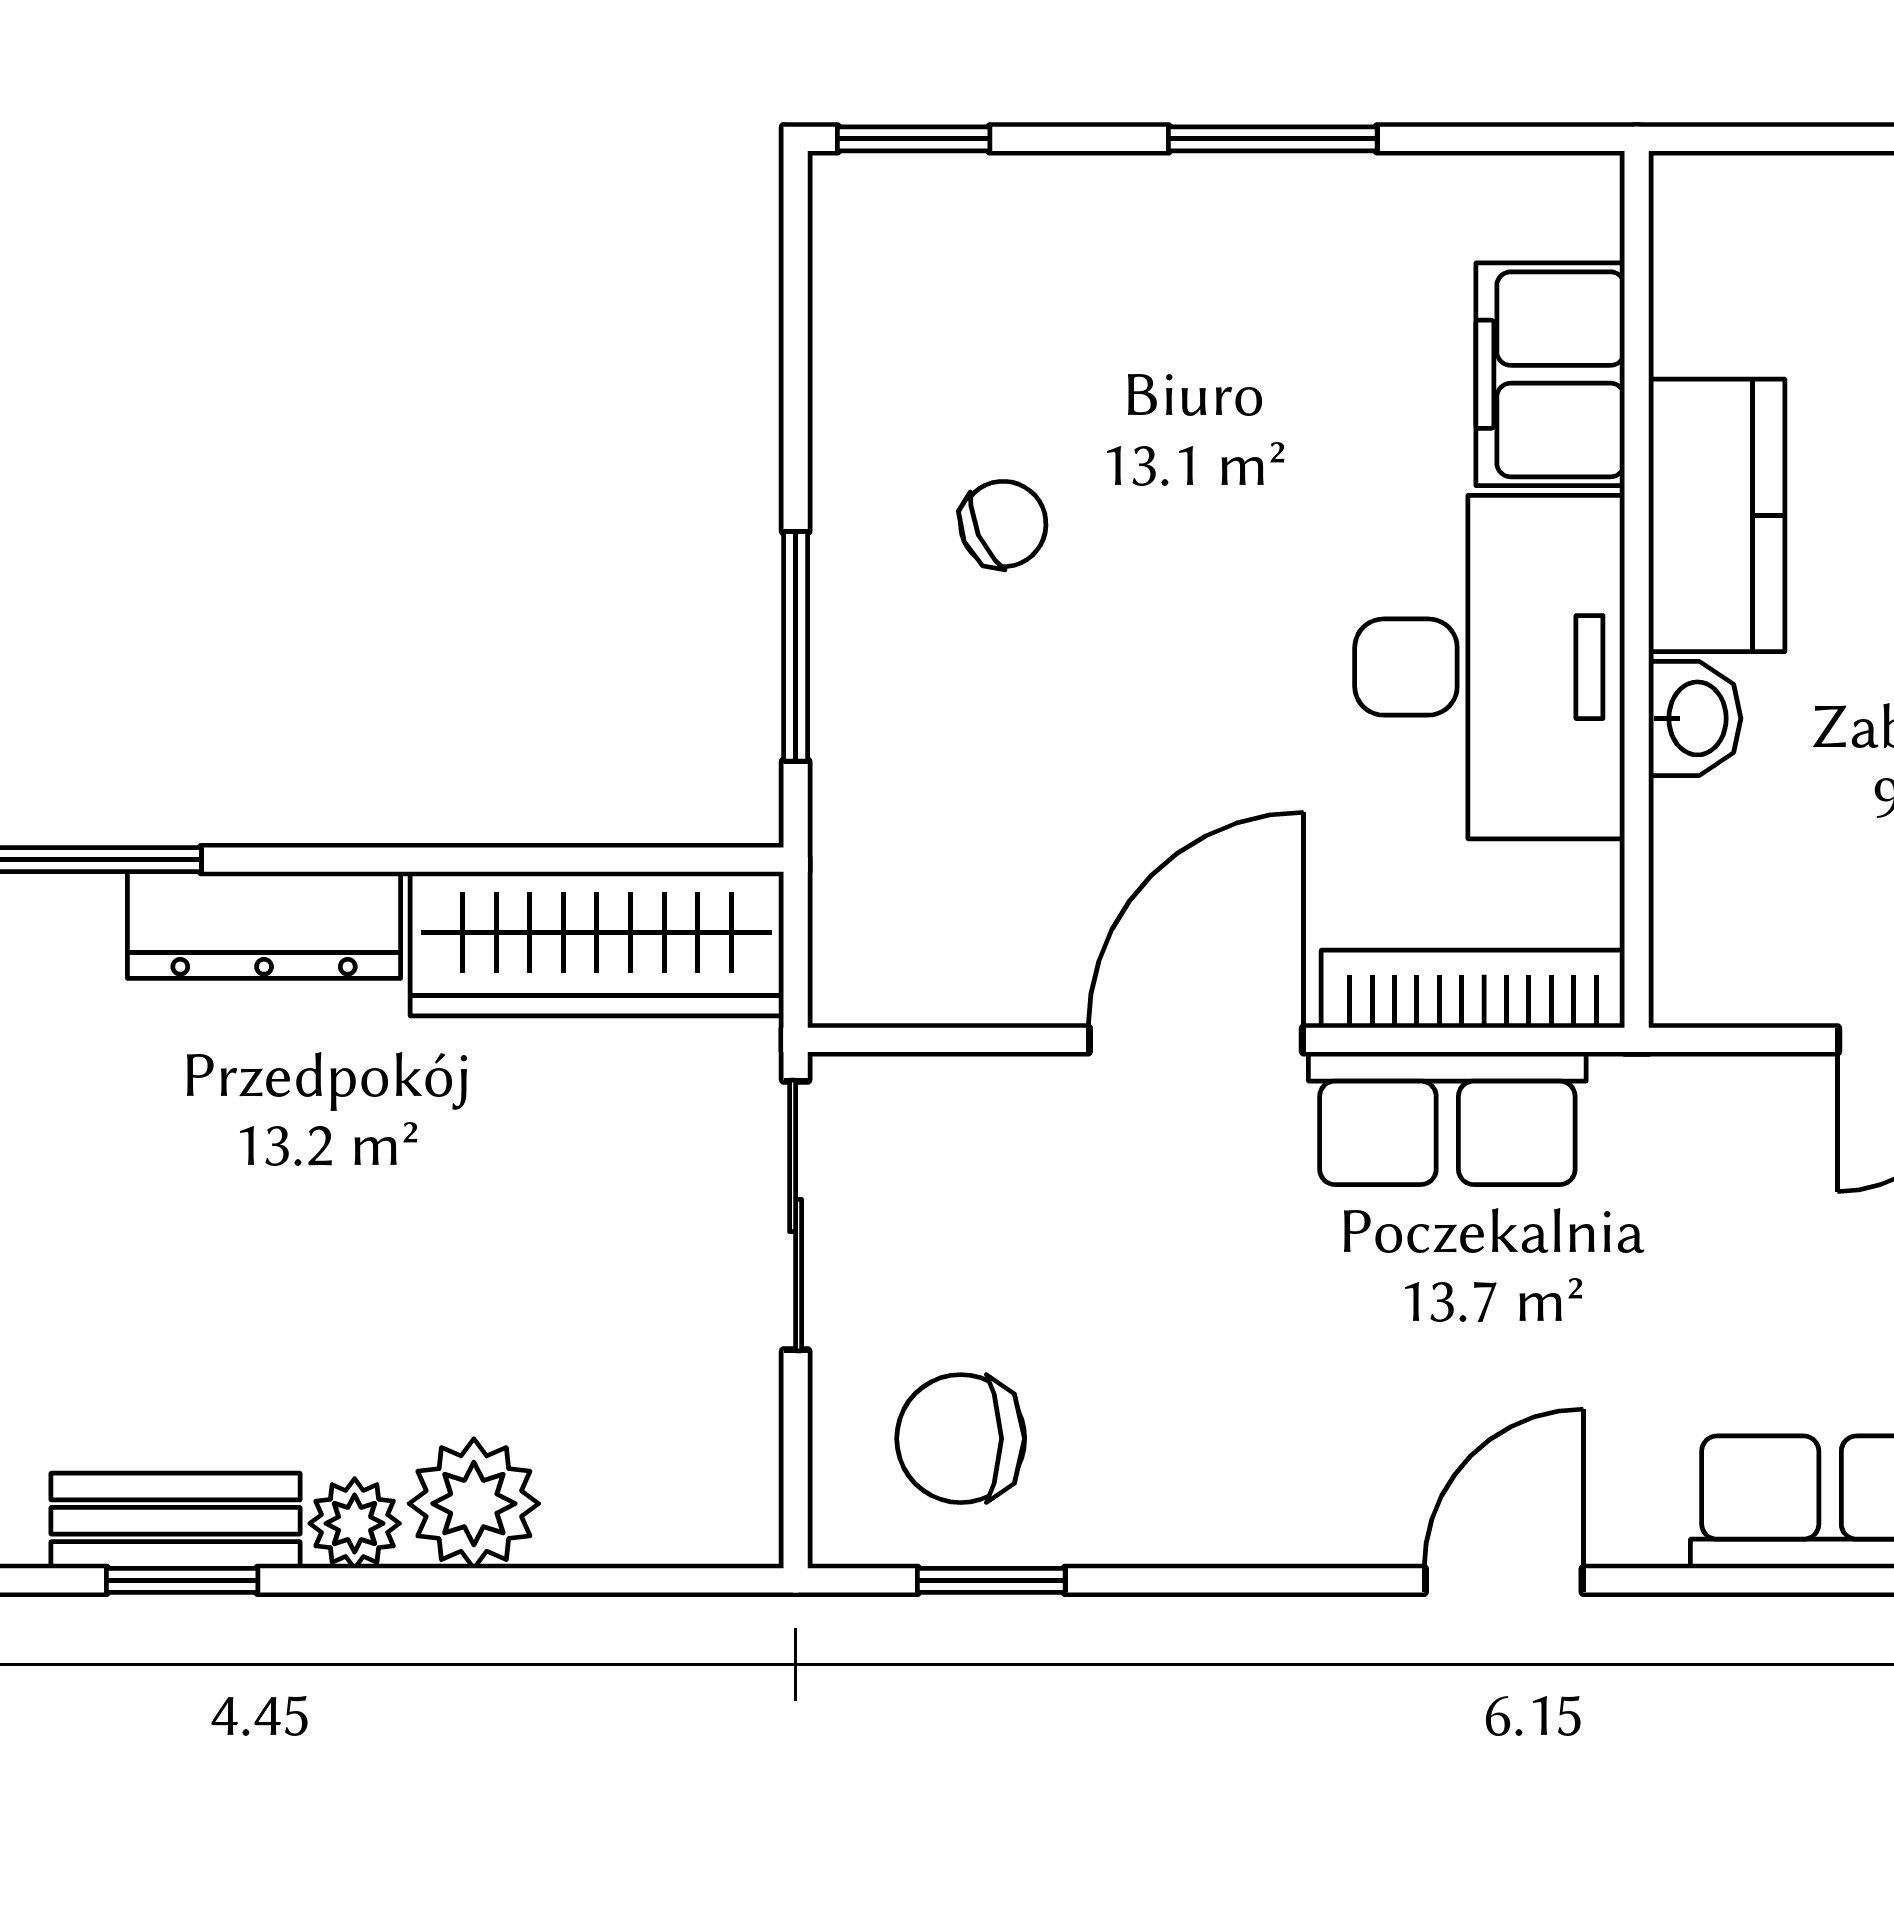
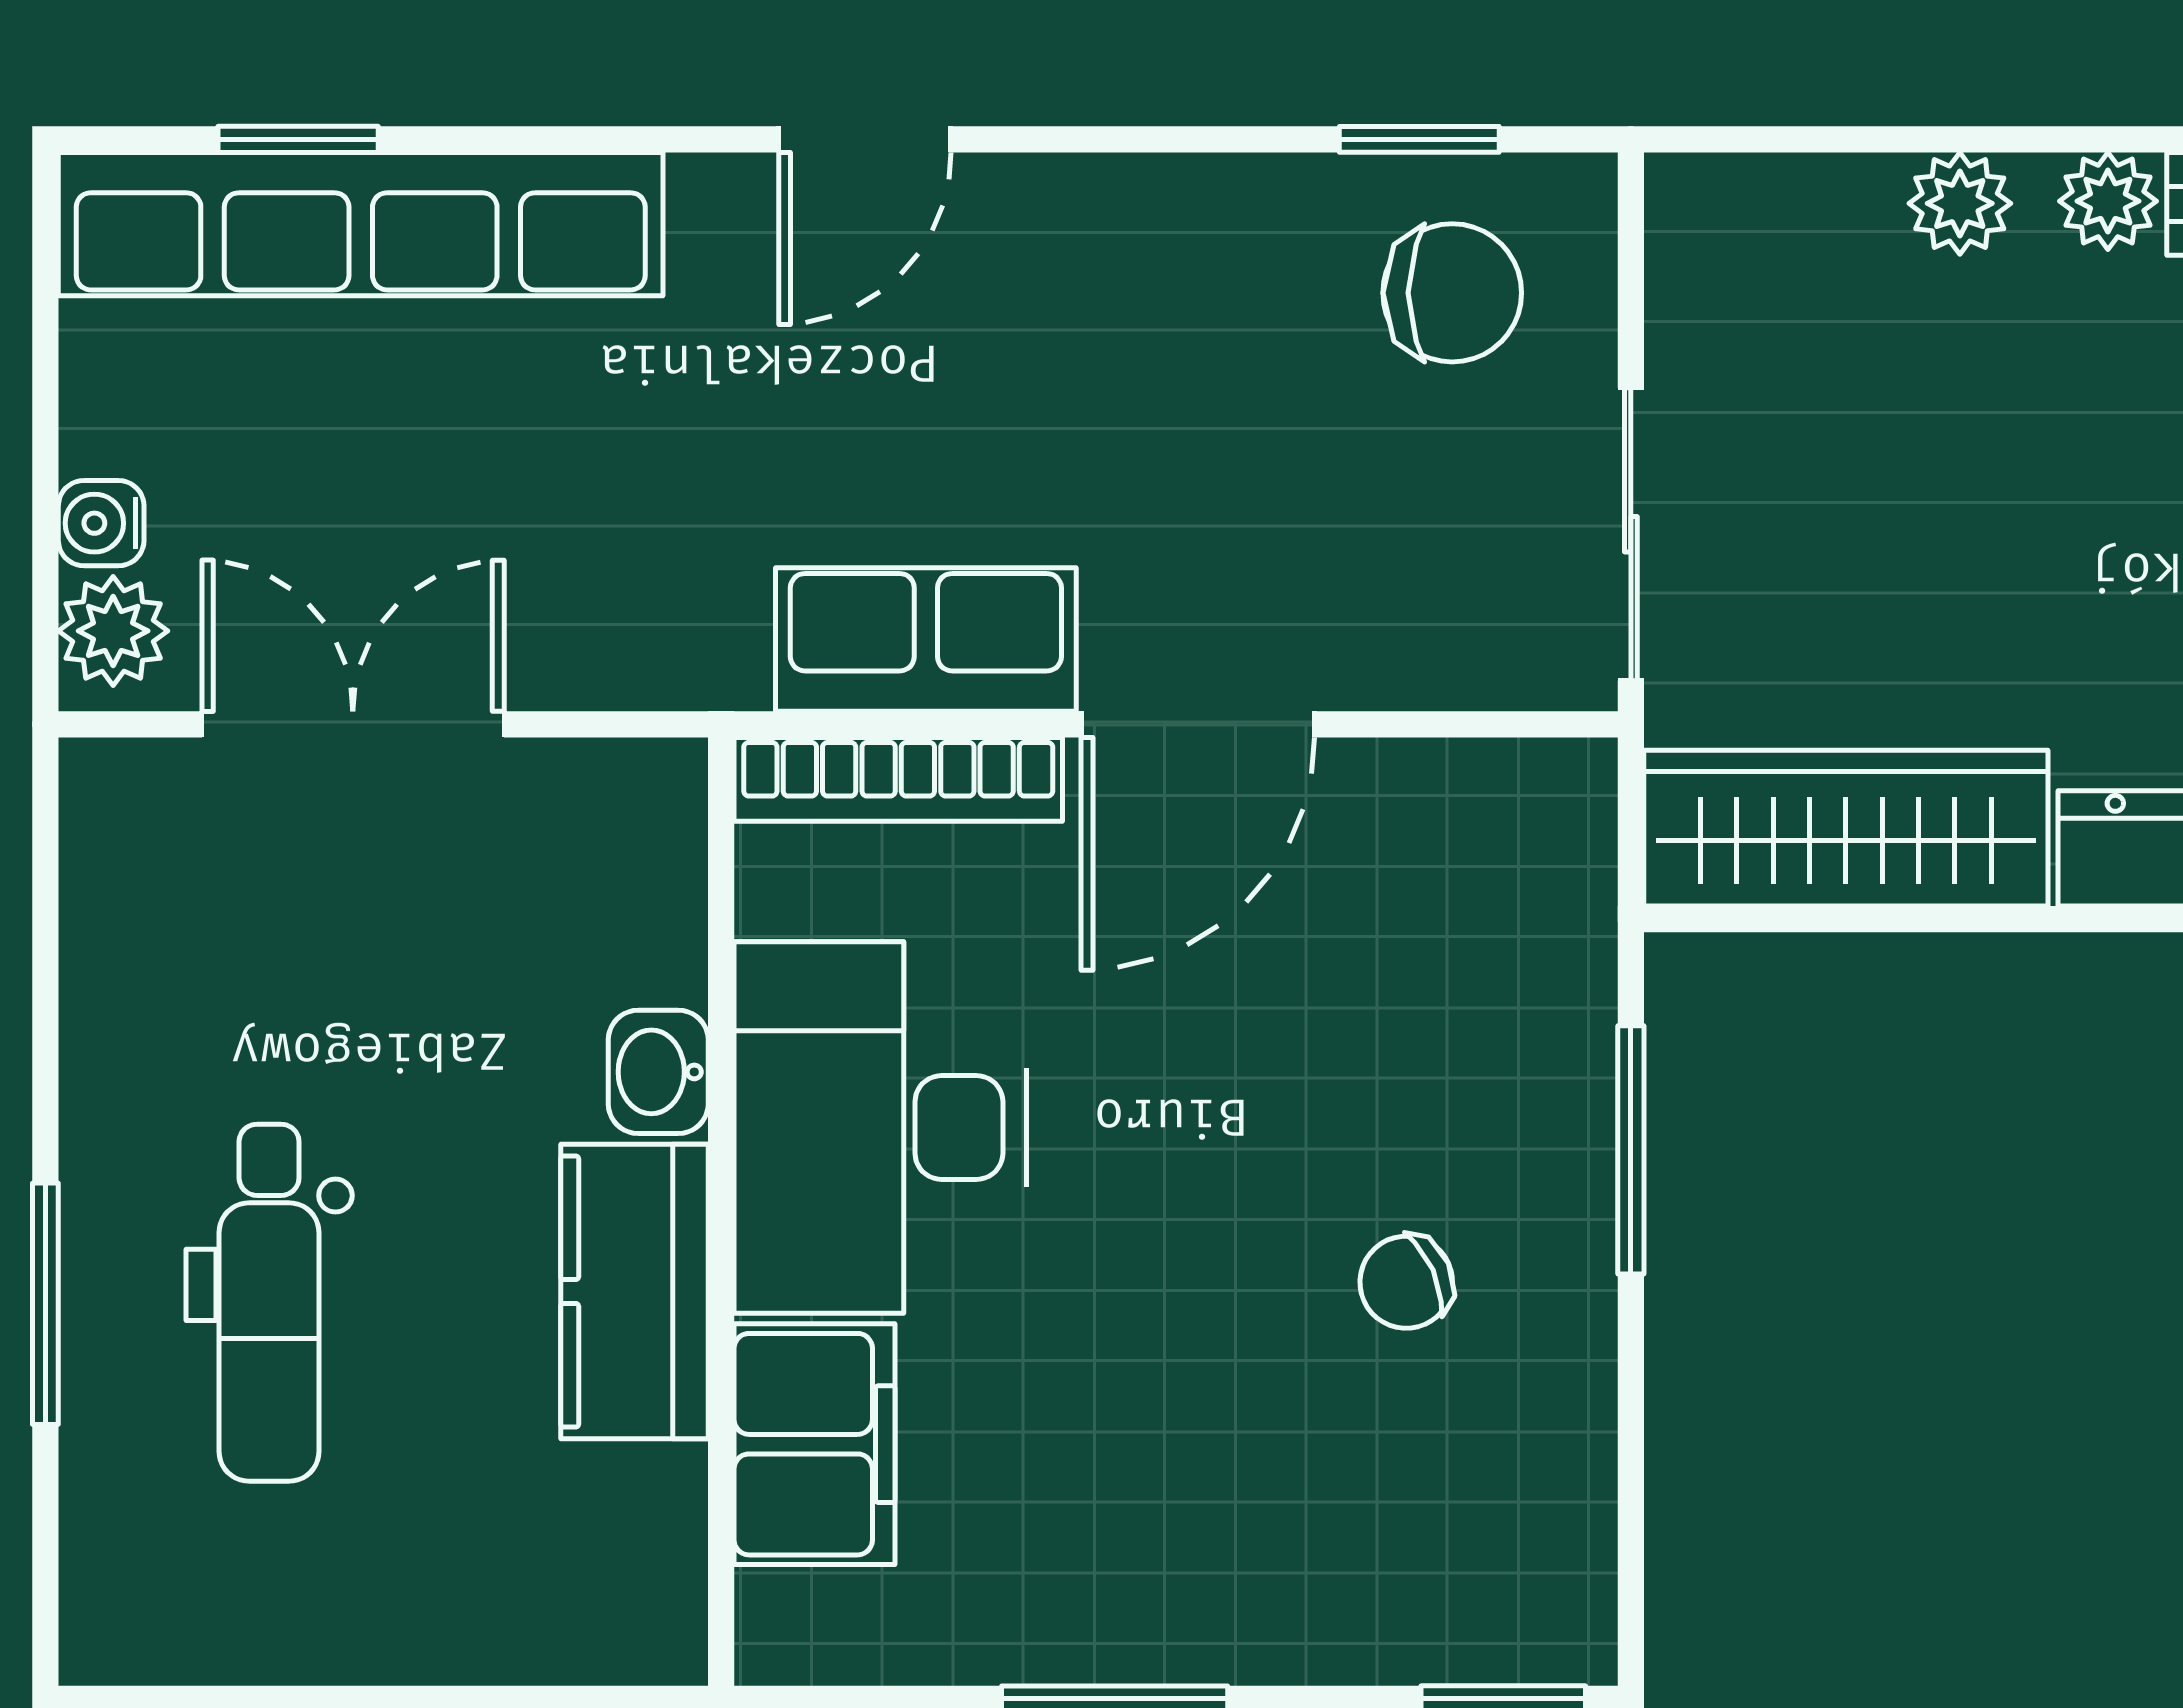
plant: (474, 1504) -> (1960, 203), width x0.73, depth x0.73

